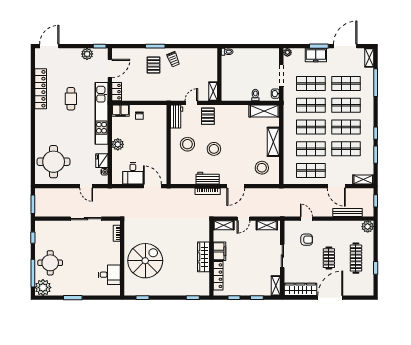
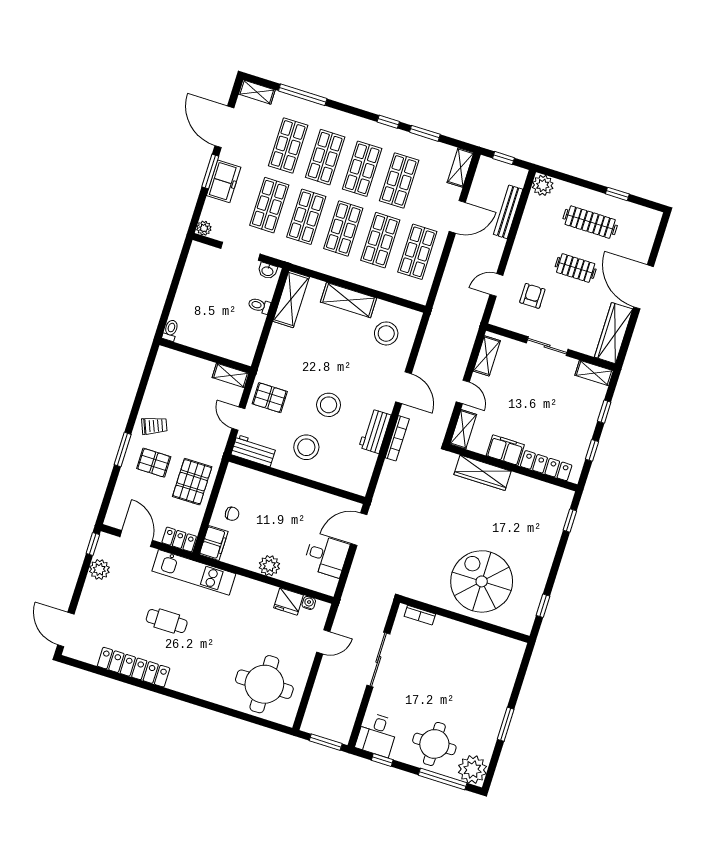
pallet: (150, 89) -> (192, 482), added
kitchen unit: (101, 113) -> (194, 572), width x0.73
wardrobe: (203, 257) -> (482, 473), moved
desk: (109, 275) -> (377, 735), moved, turned 180

